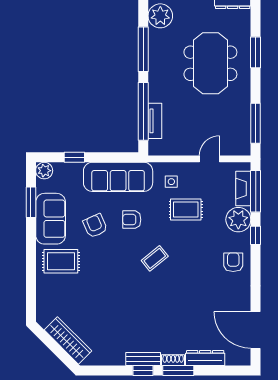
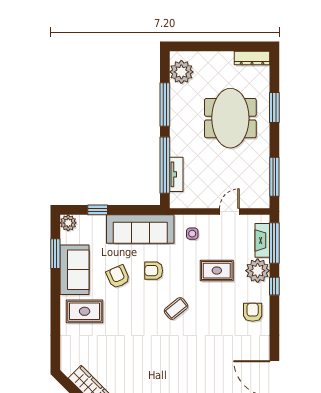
rug: (186, 210) -> (217, 271), moved

